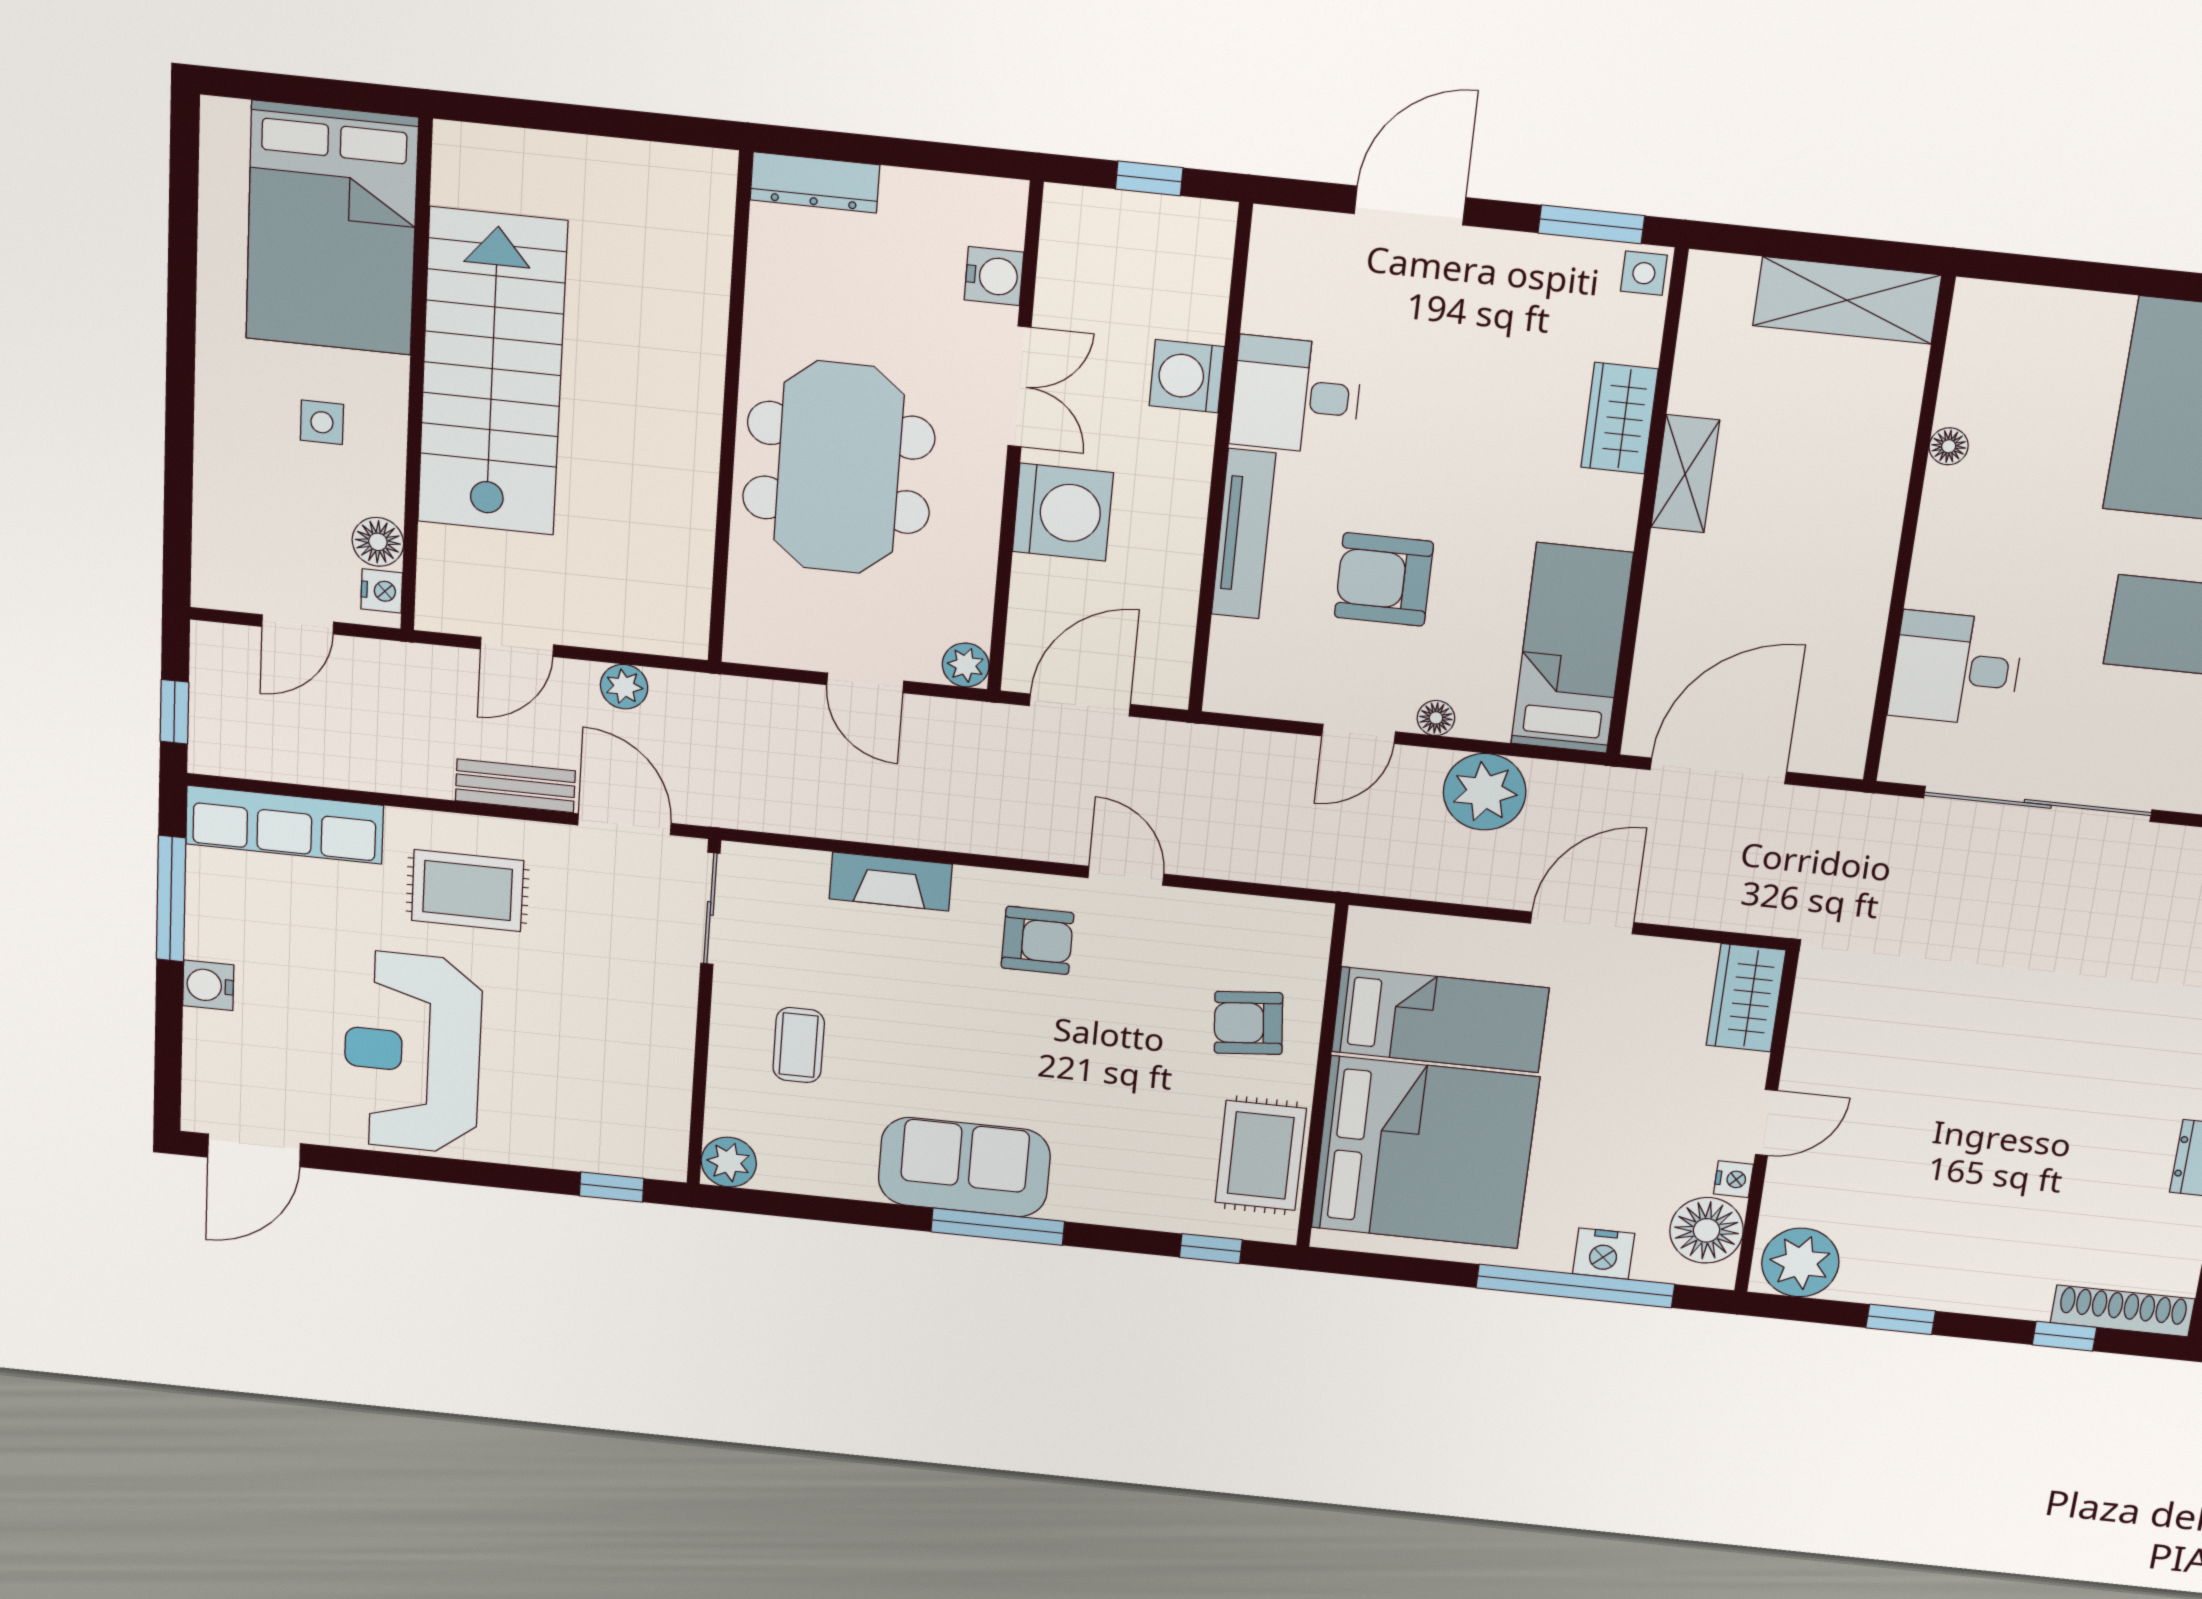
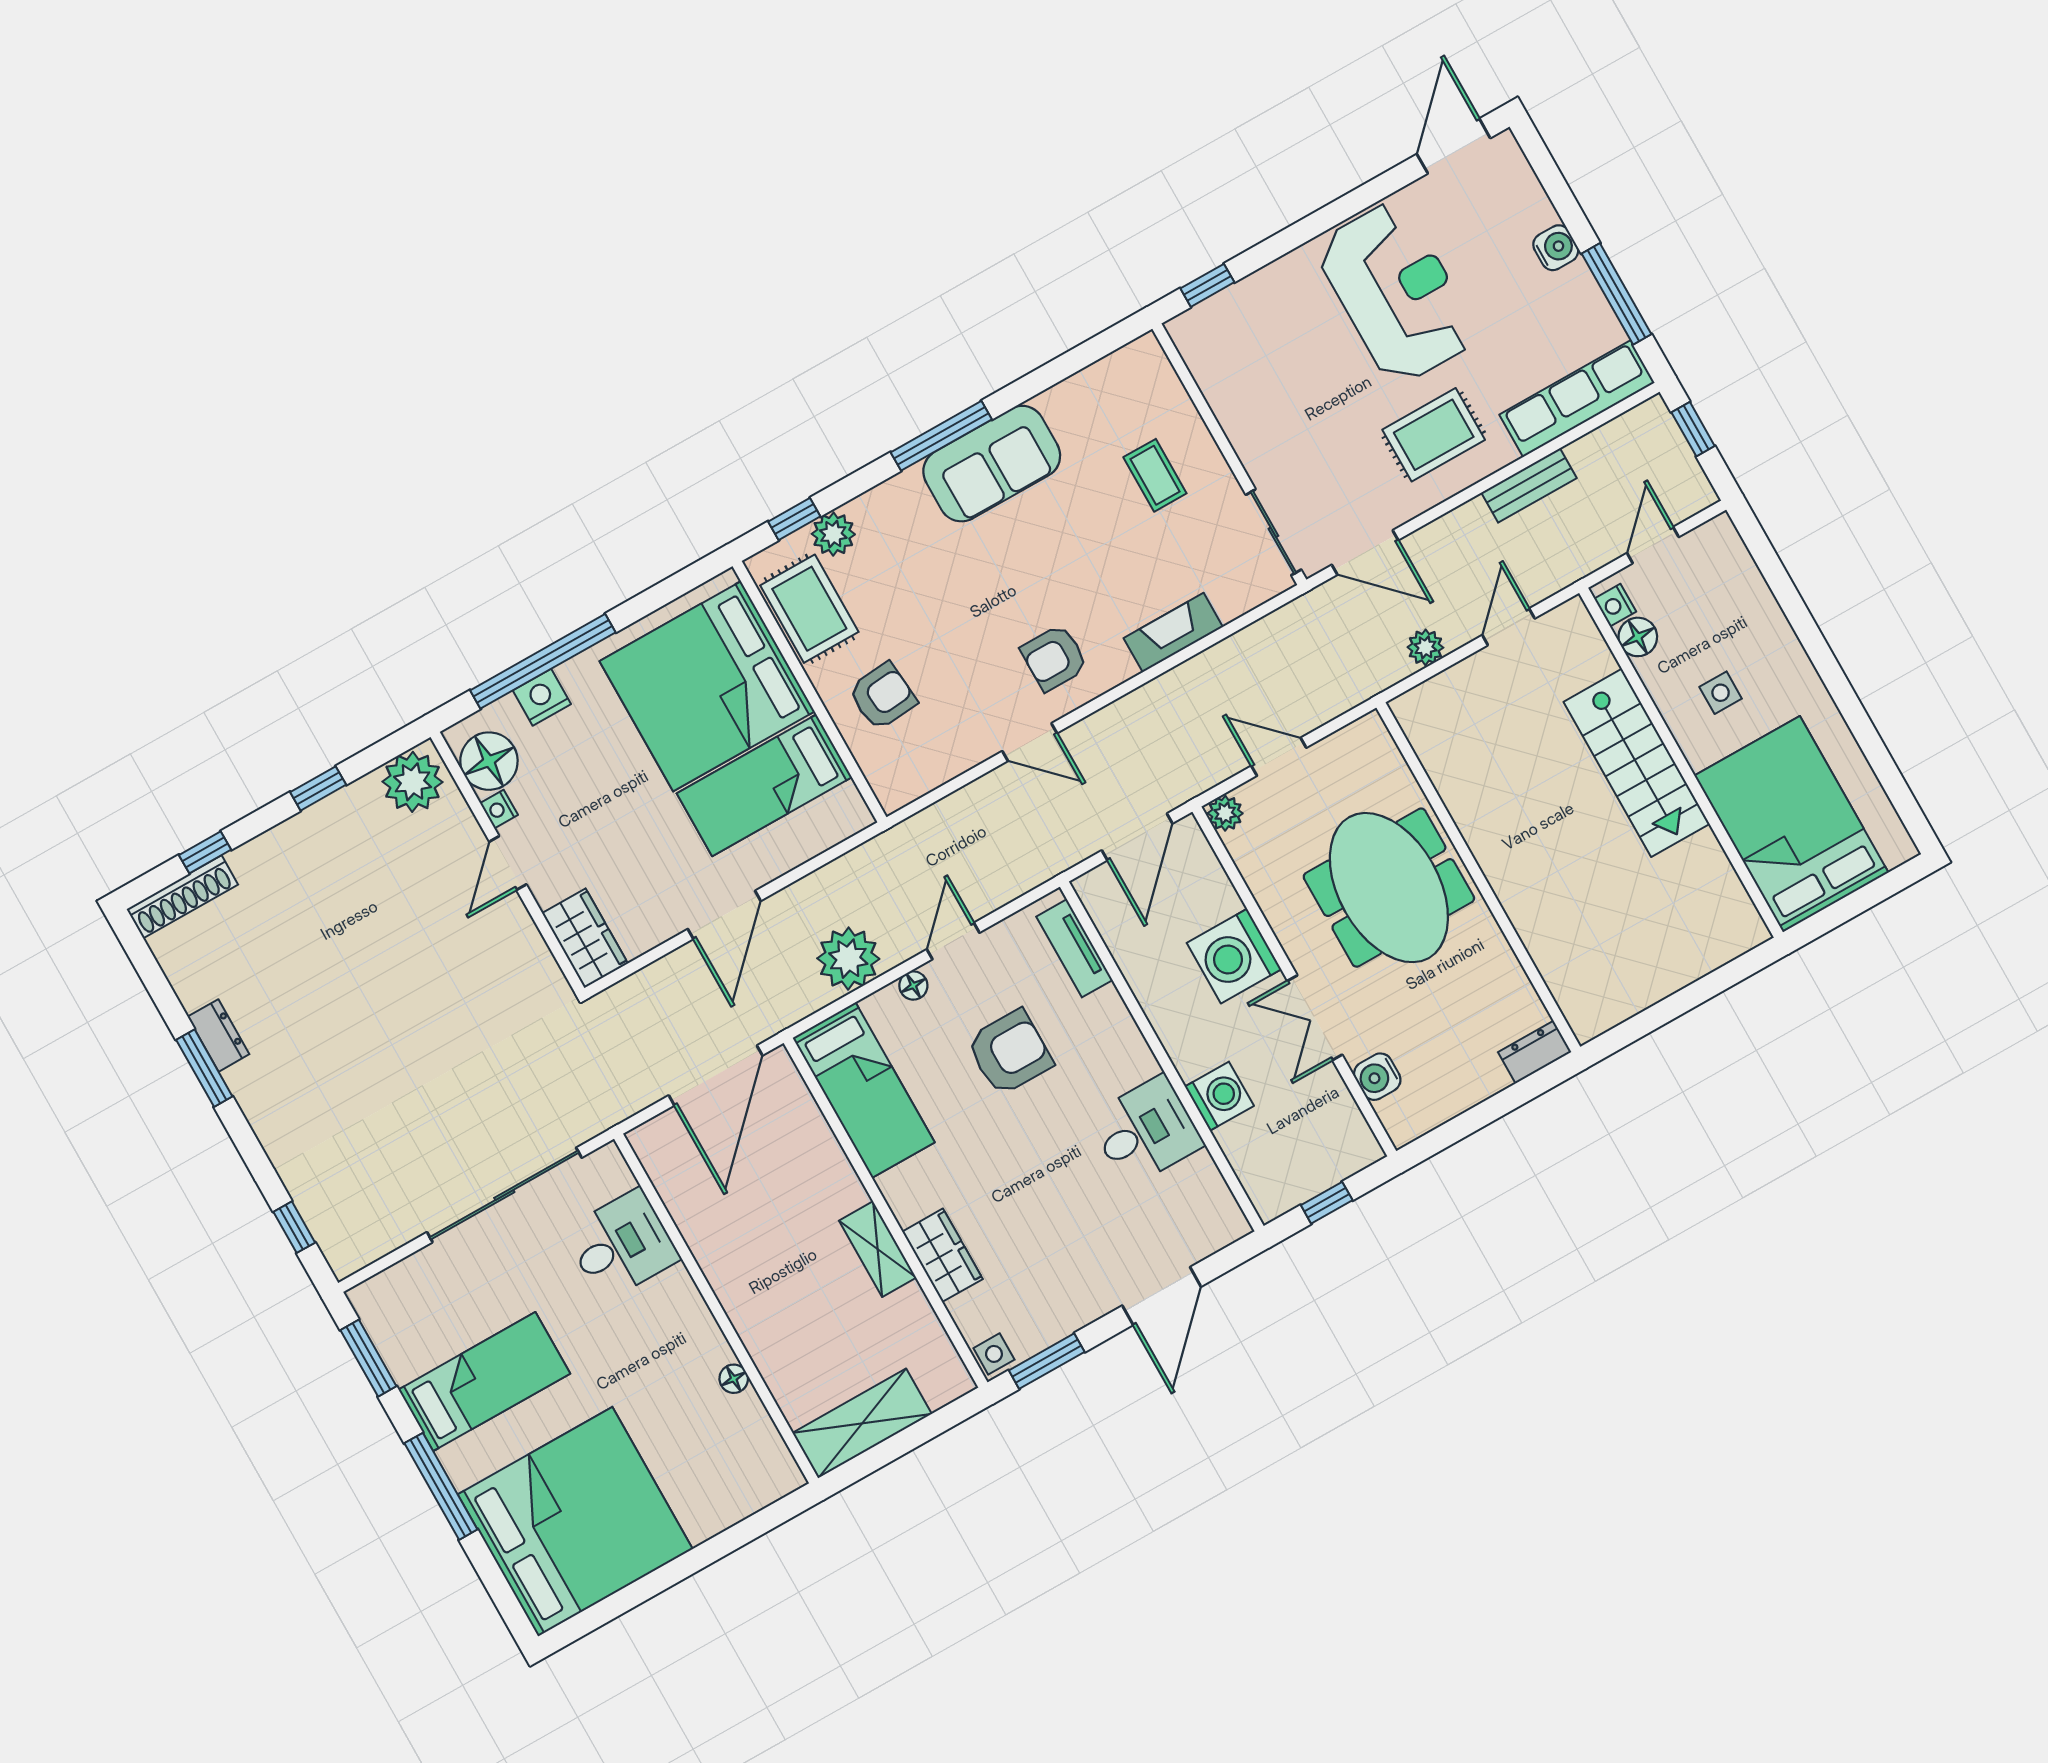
dresser: (815, 182) -> (1535, 1052), width x0.70
stairs: (492, 373) -> (1637, 763), width x0.73, depth x0.66
tv unit: (1244, 534) -> (1074, 948), moved, width x0.71
bench: (515, 786) -> (1529, 485), moved
plant: (729, 1162) -> (833, 534), moved

